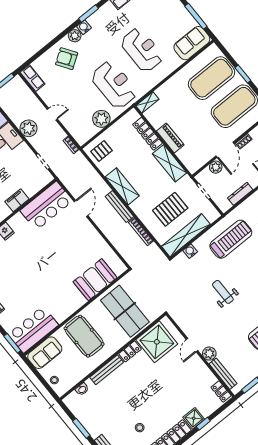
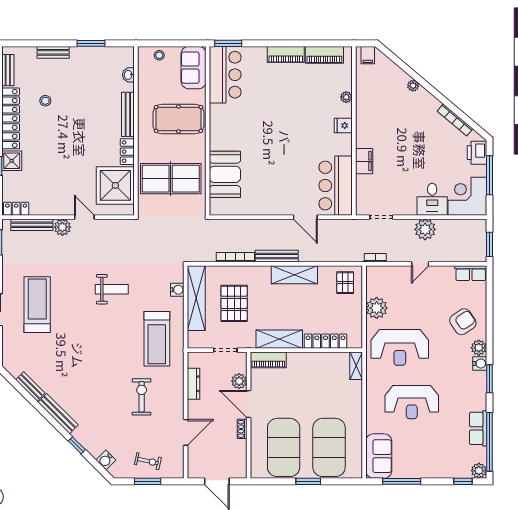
piano: (170, 138) -> (268, 360), moved

